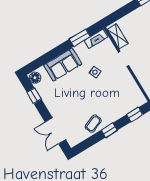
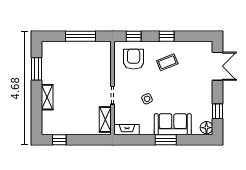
window: (80, 38) -> (166, 140), moved
armchair: (124, 97) -> (134, 59), added
coffee table: (93, 124) -> (167, 62), moved

